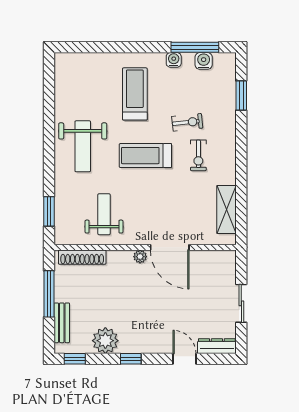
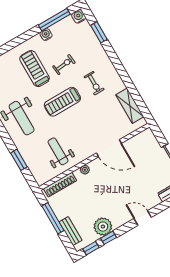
water cooler: (204, 61) -> (79, 16), moved
exercise bike: (187, 122) -> (64, 65), moved
window: (49, 211) -> (19, 160), moved
plant: (140, 257) -> (85, 170), moved
window: (131, 359) -> (109, 238), moved
door: (185, 359) -> (143, 218), moved

